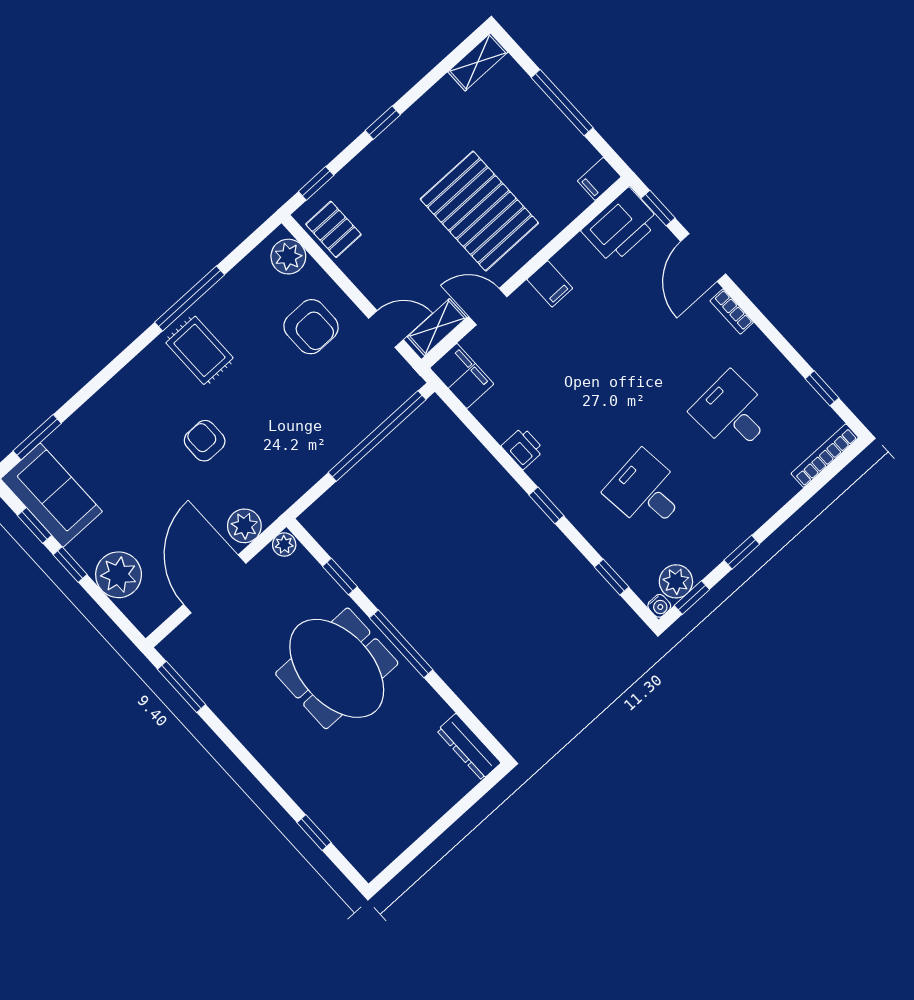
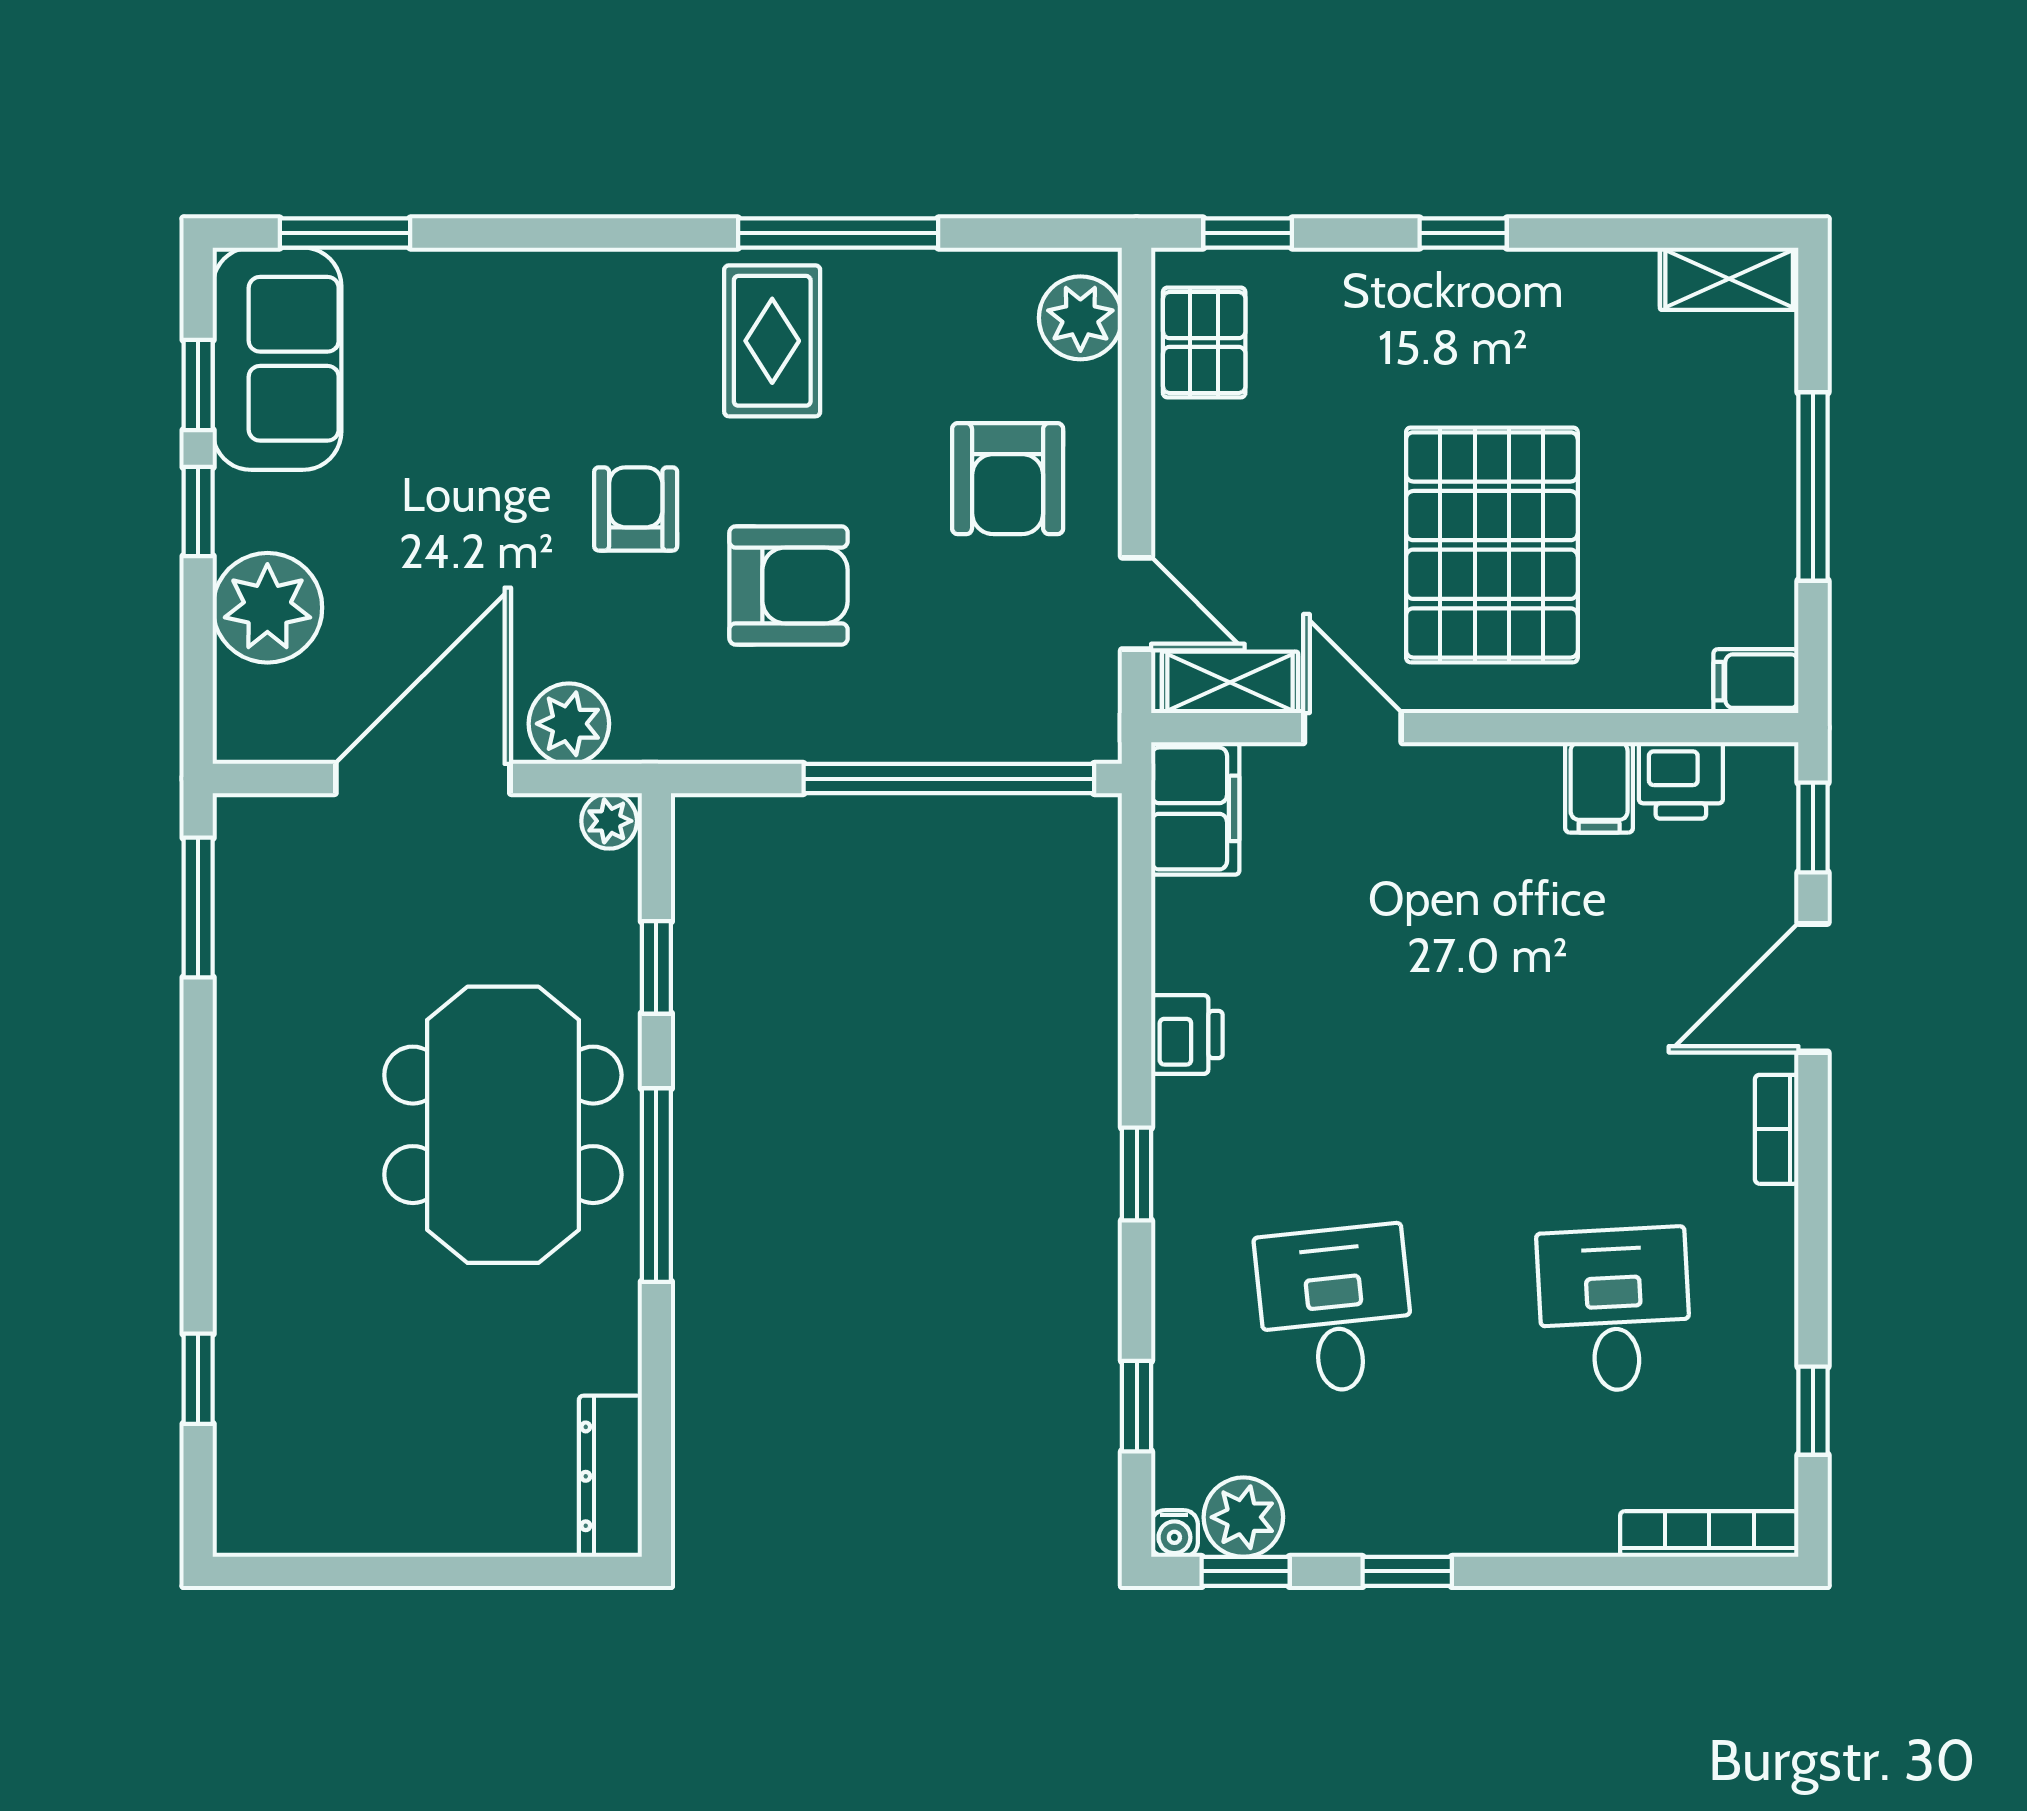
printer: (621, 226) -> (1681, 780), width x0.53, depth x0.68
filing cabinet: (550, 284) -> (1599, 787), moved
armchair: (273, 421) -> (788, 585), added

